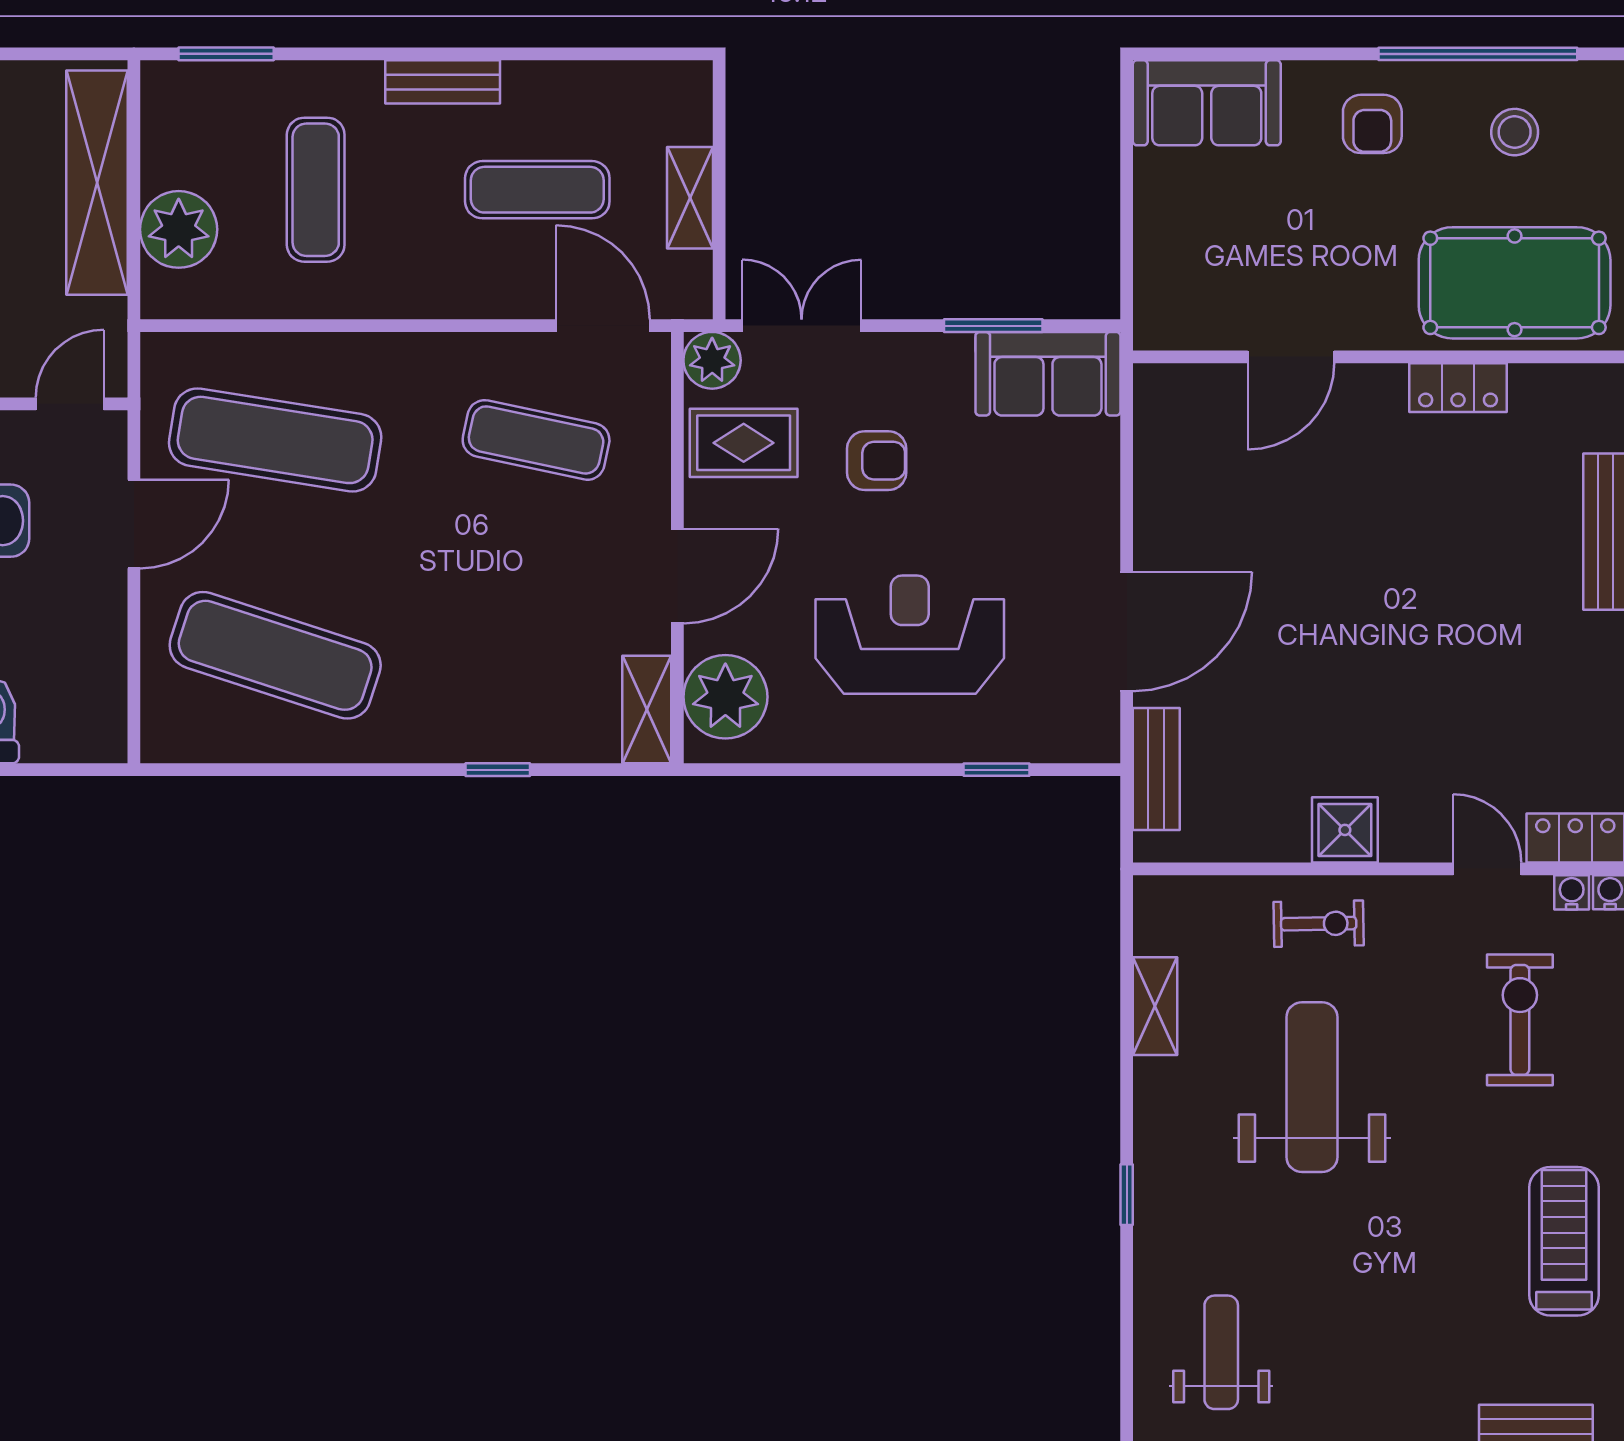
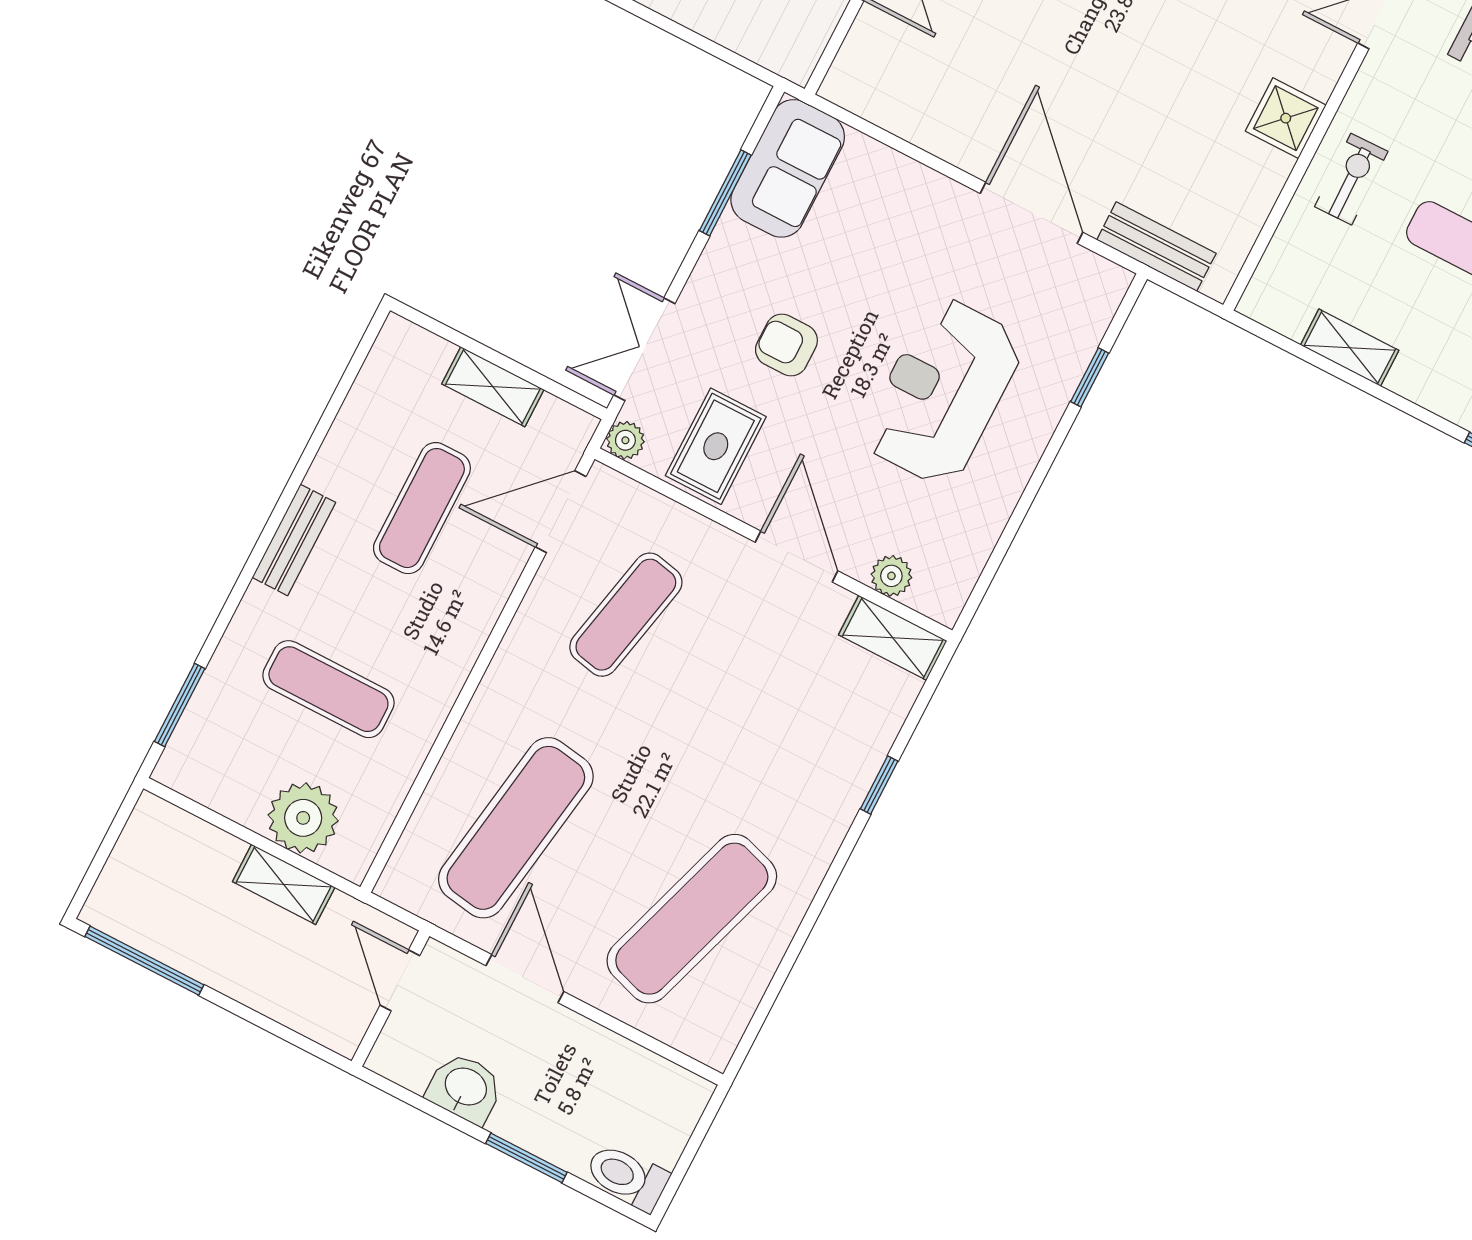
shelving: (97, 183) -> (284, 884), width x0.45, depth x0.75
plant: (712, 360) -> (625, 440), width x0.73, depth x0.73
armchair: (877, 461) -> (786, 345), turned -90
plant: (725, 697) -> (891, 576), width x0.53, depth x0.53

